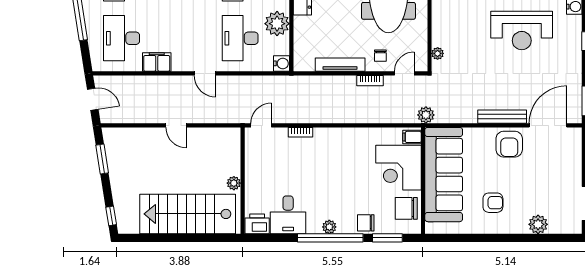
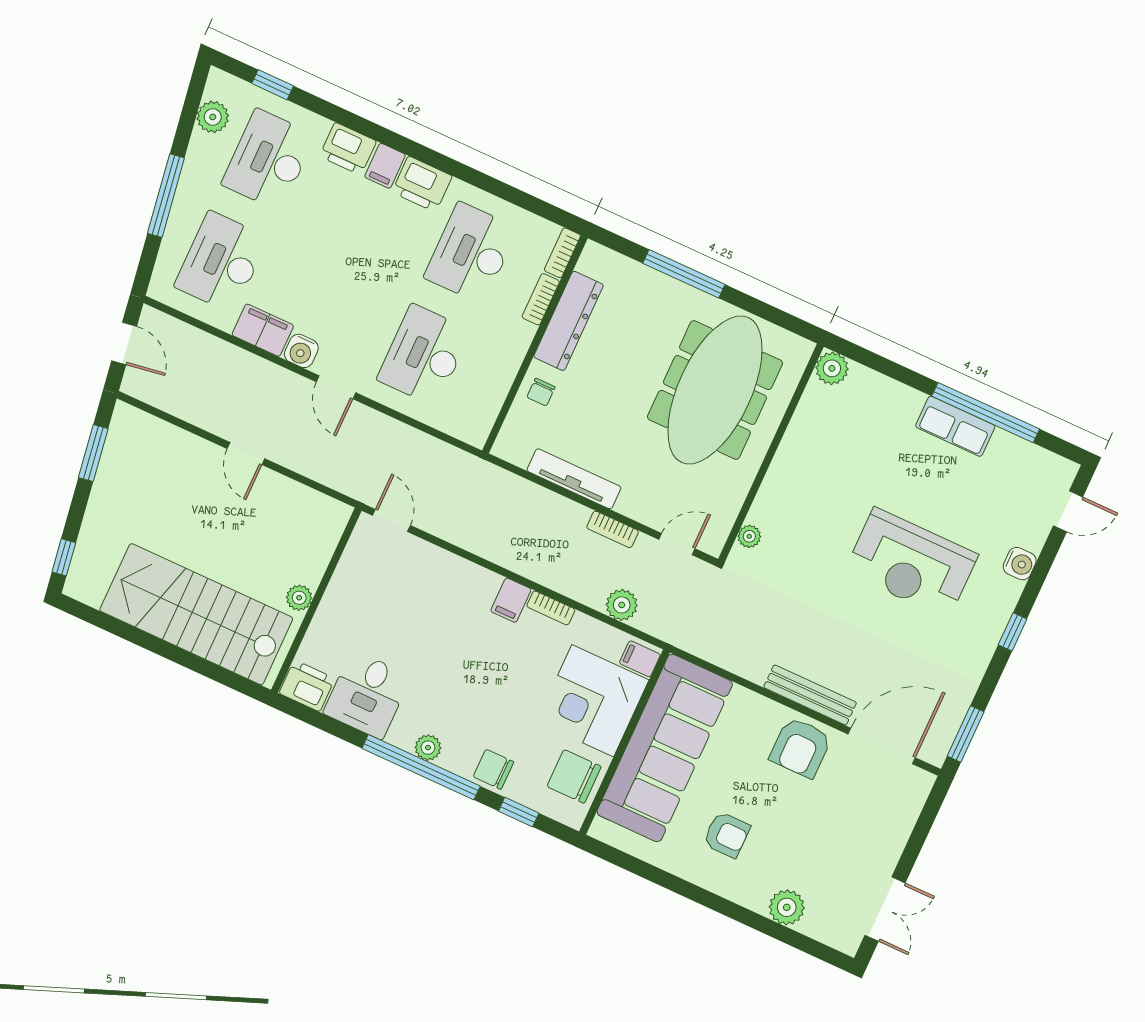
plant: (277, 24) -> (499, 359), removed
chair: (380, 56) -> (541, 392), moved
water cooler: (282, 63) -> (301, 351), moved, turned 90
plant: (426, 115) -> (622, 605), moved
door: (261, 125) -> (391, 520), hinge flipped
bookcase: (300, 132) -> (551, 608), moved
filing cabinet: (337, 137) -> (511, 600), added
window: (387, 238) -> (519, 812), width x0.67

